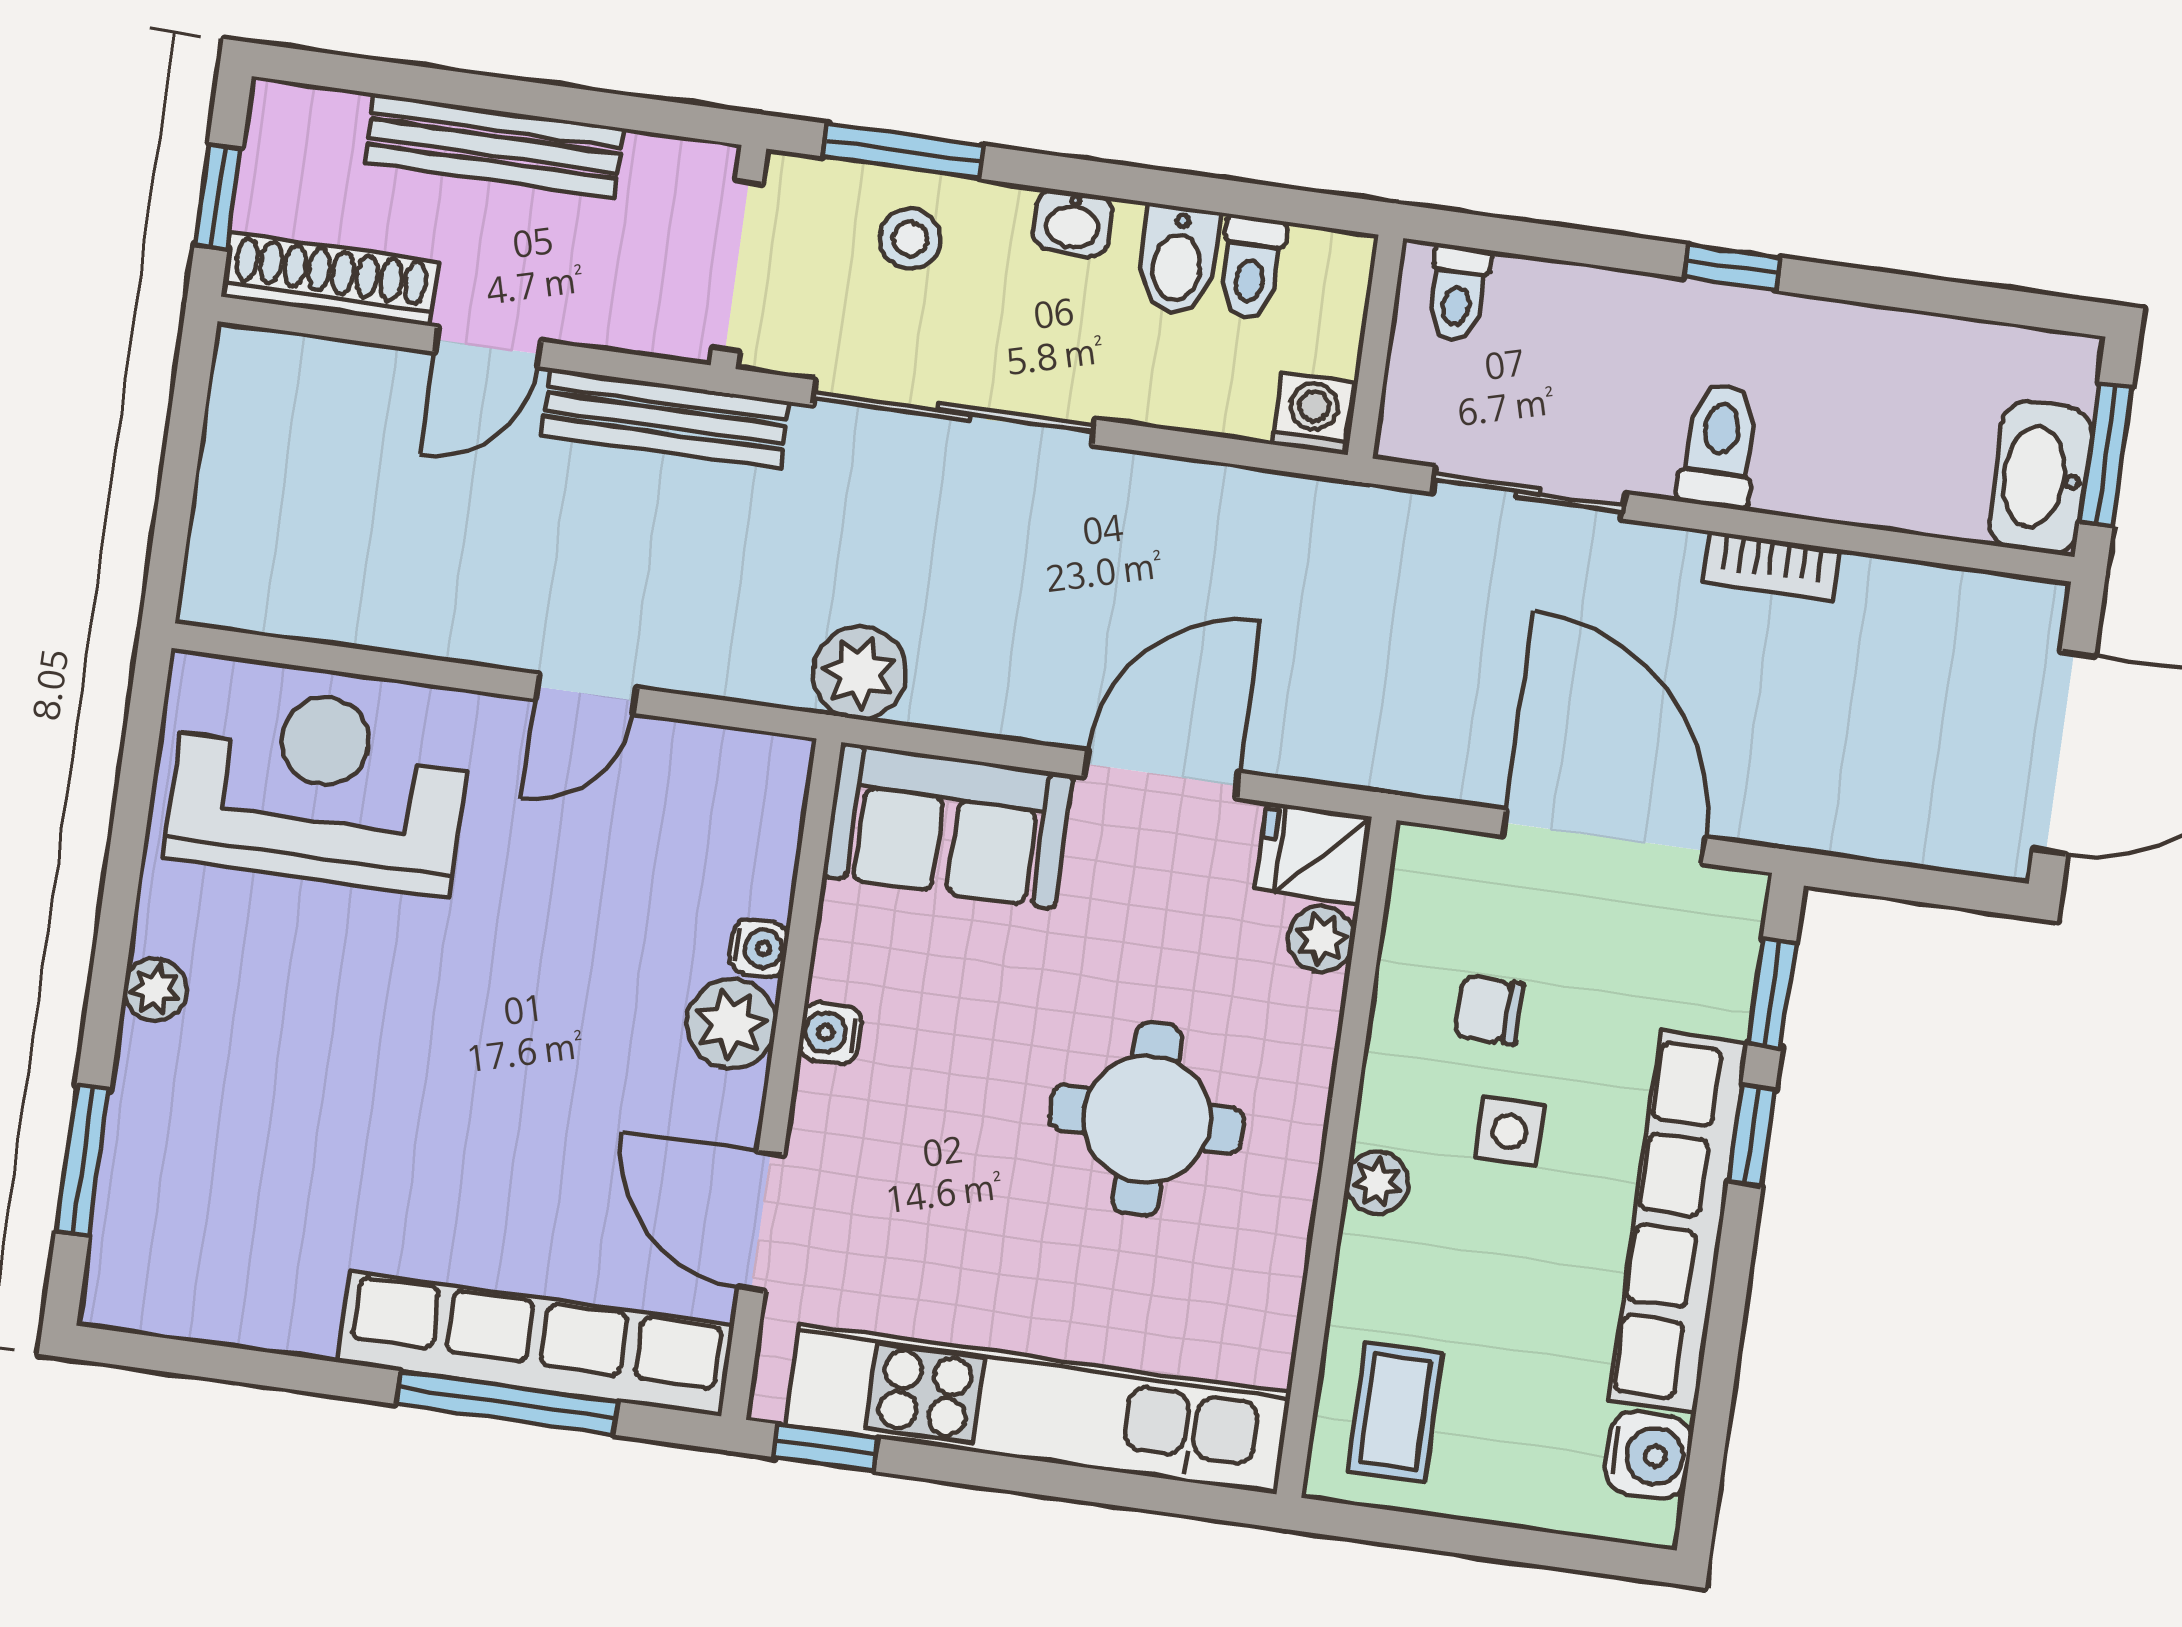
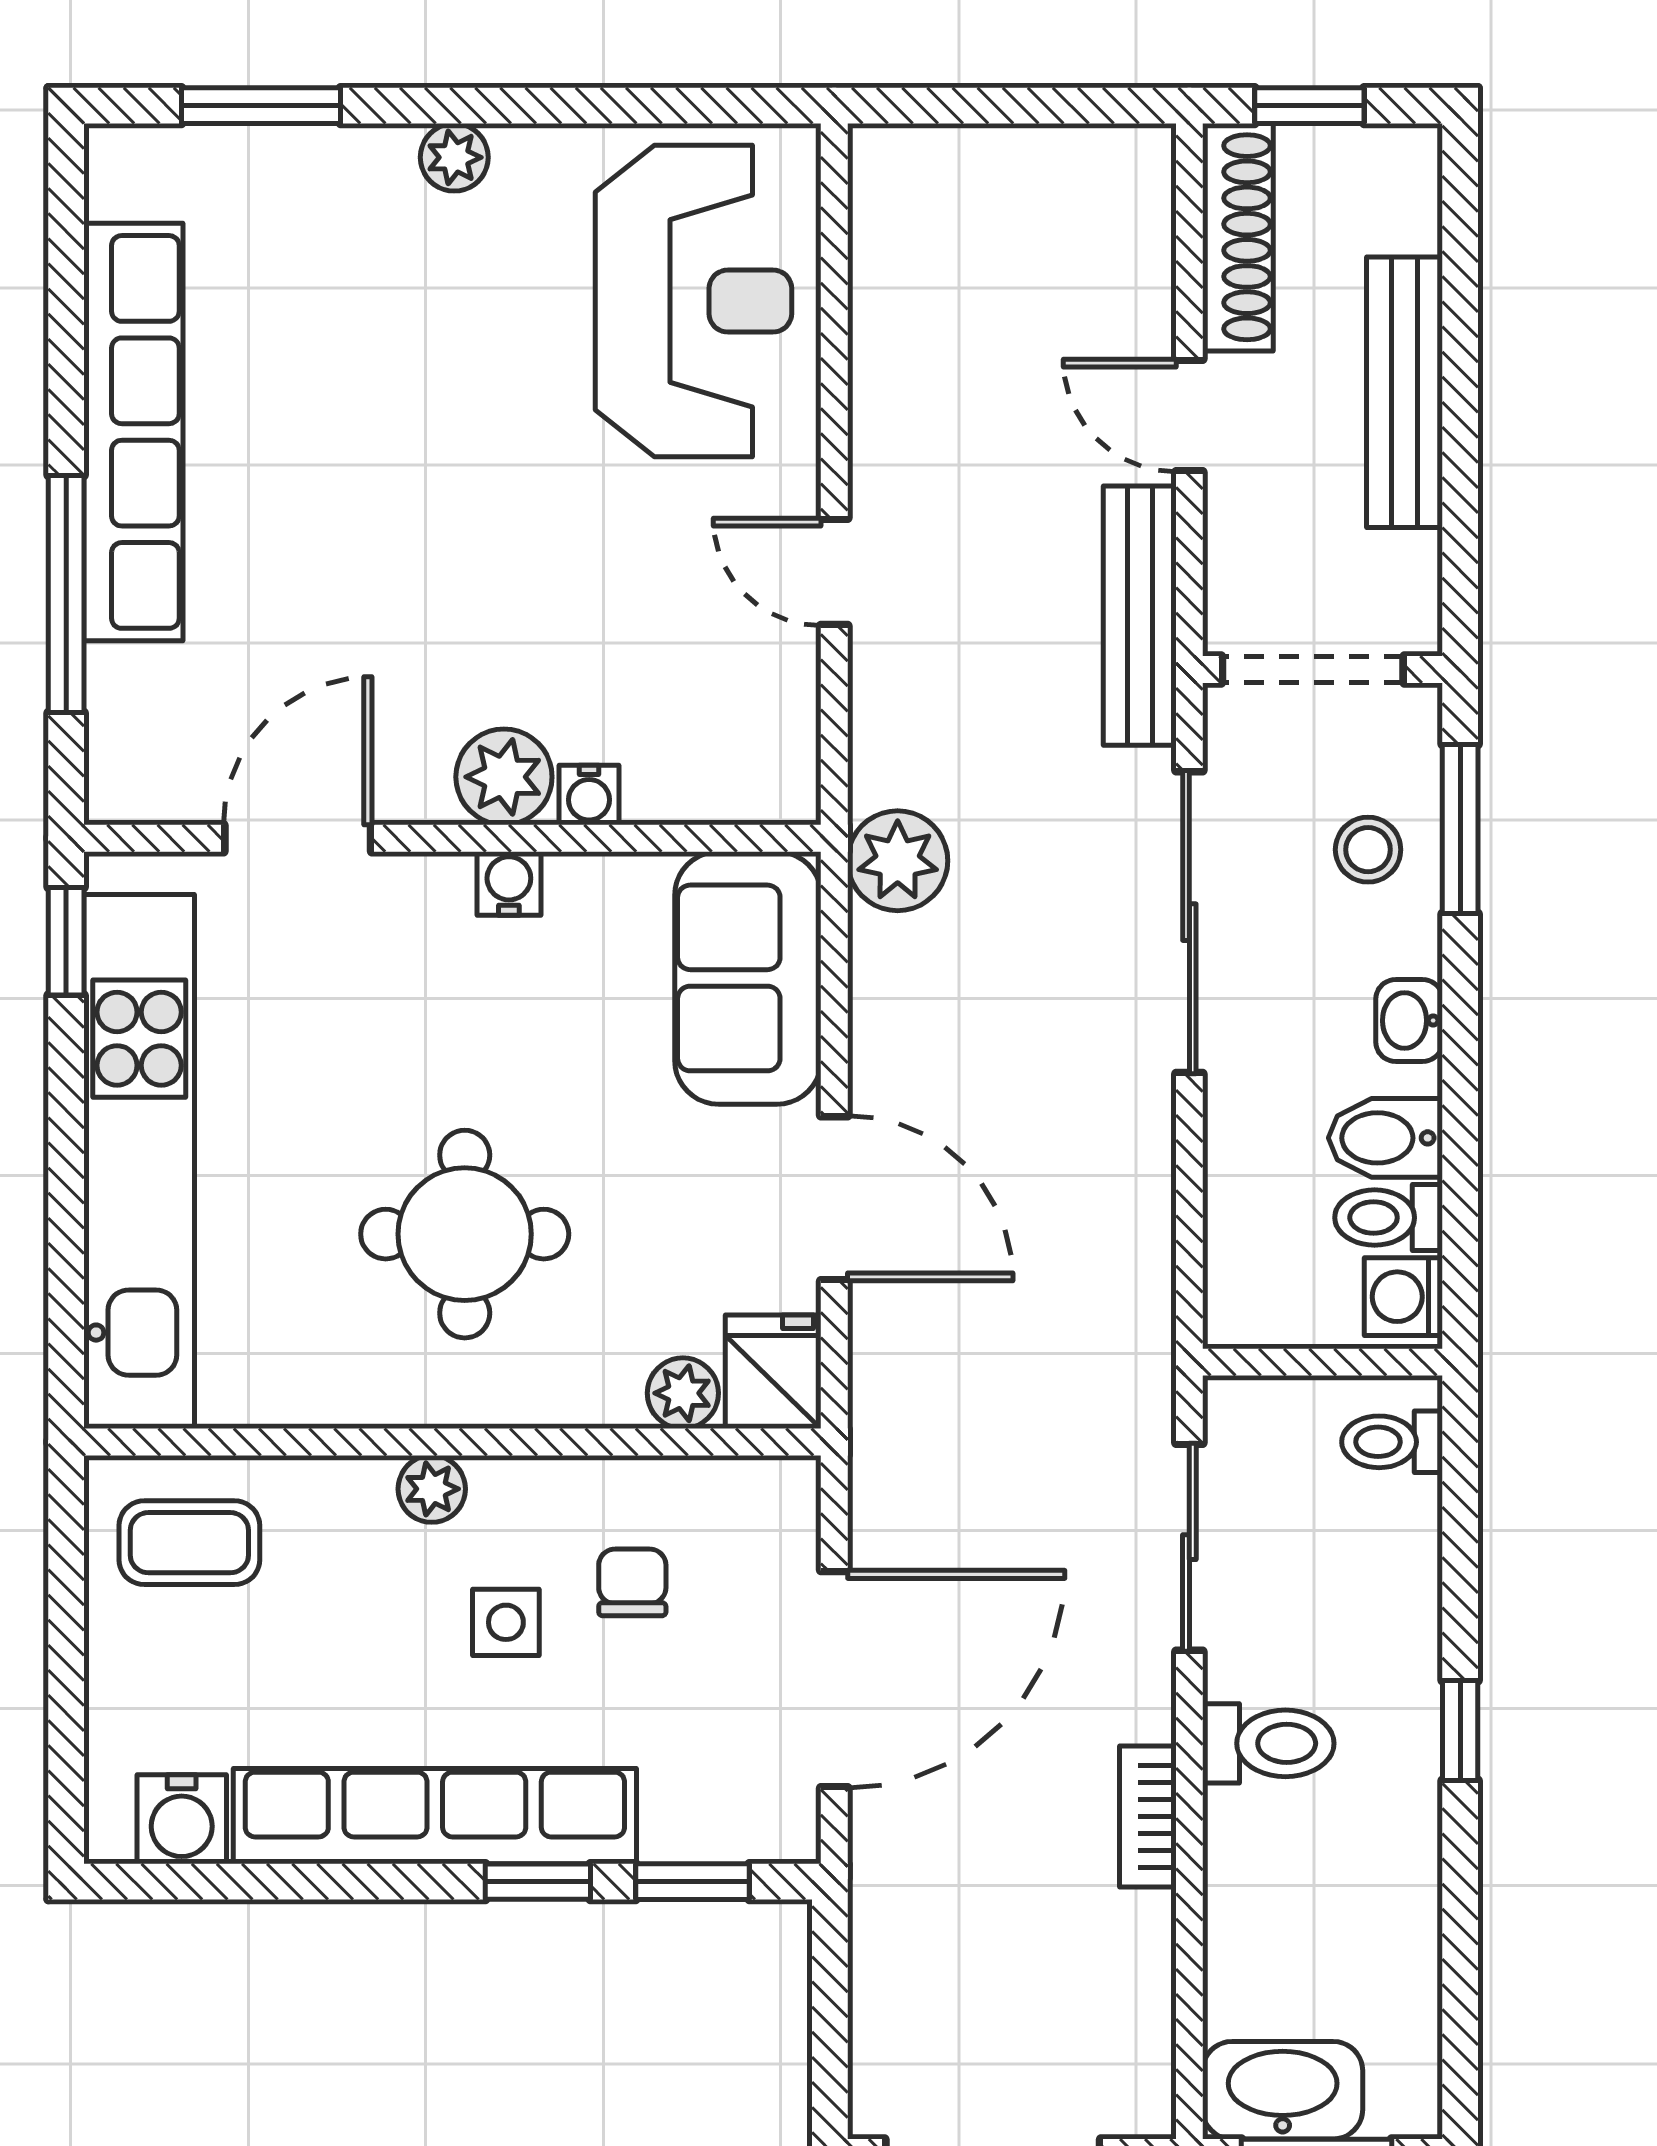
washing machine: (1313, 414) -> (1403, 1297), moved, turned 180
row of seats: (536, 1344) -> (133, 432), moved

